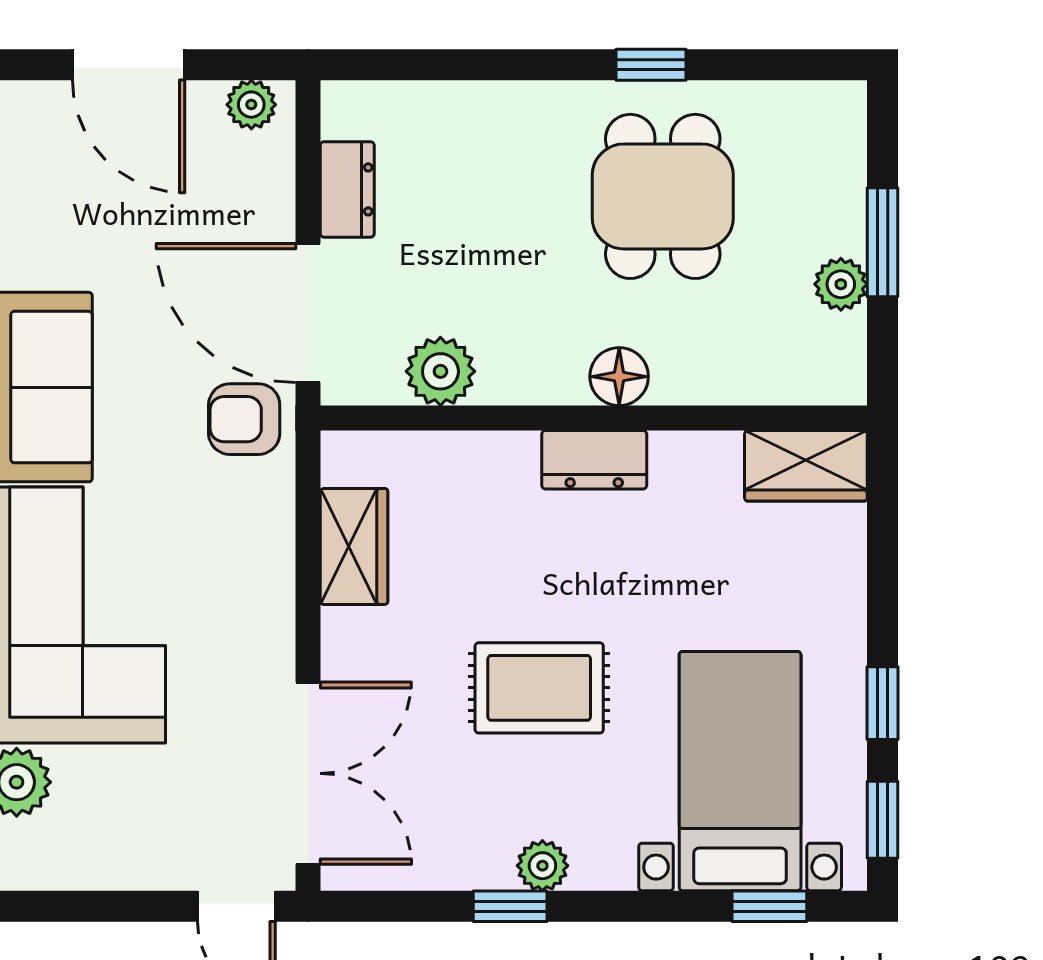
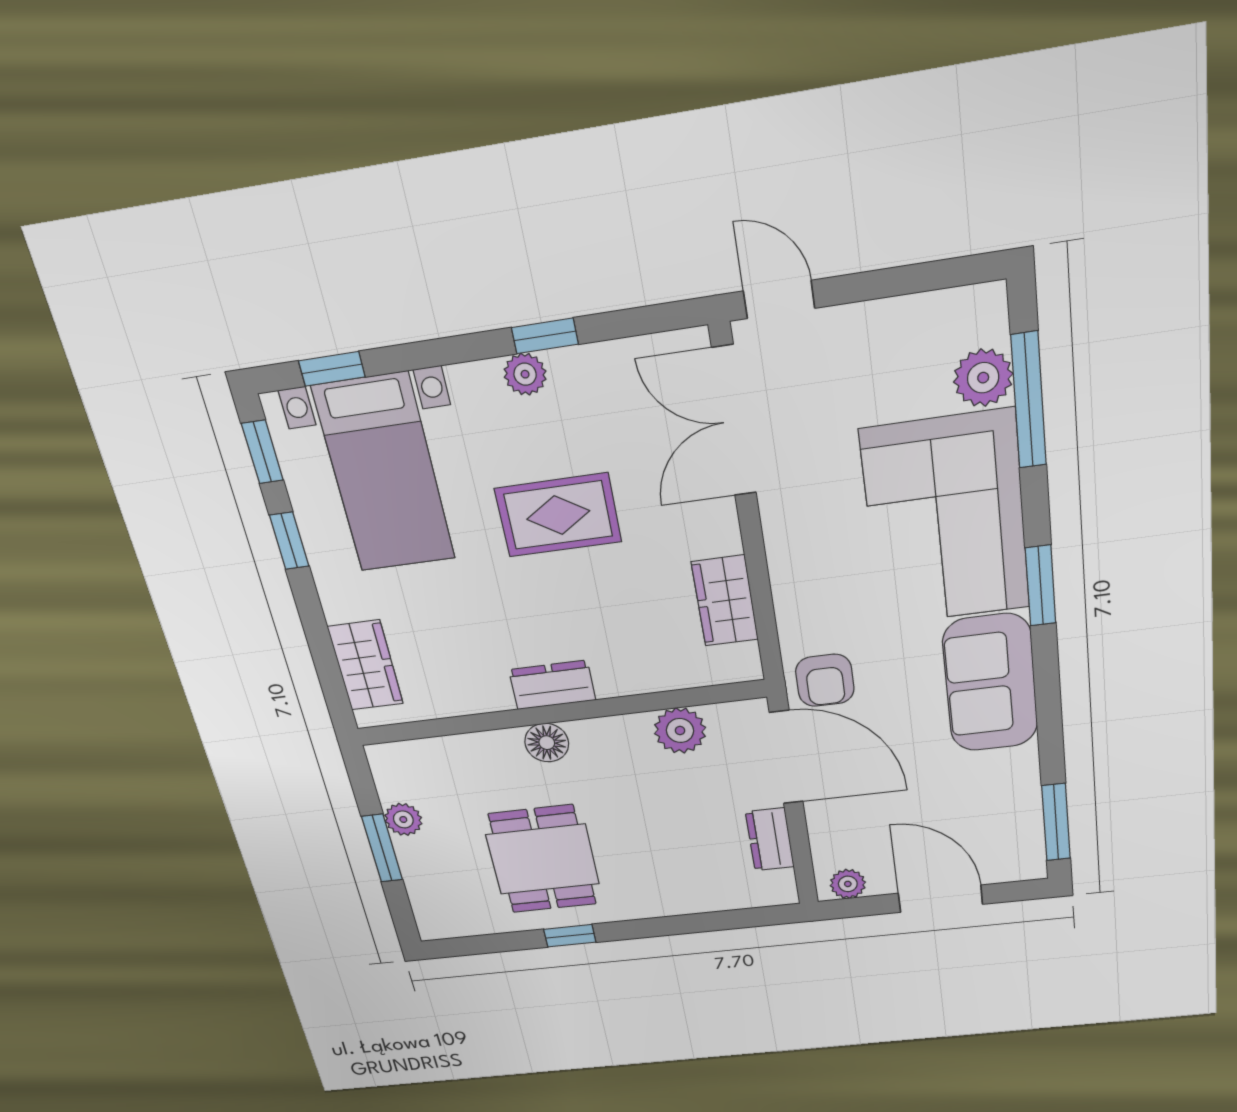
armchair: (244, 419) -> (825, 680), turned 90
wardrobe: (806, 466) -> (365, 665), moved, turned 90

